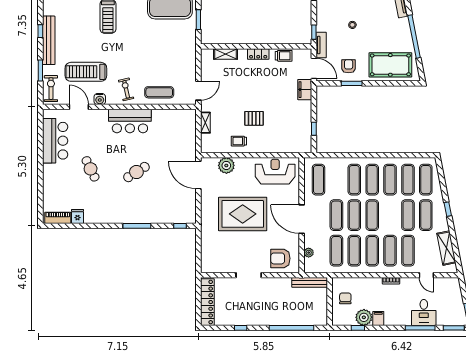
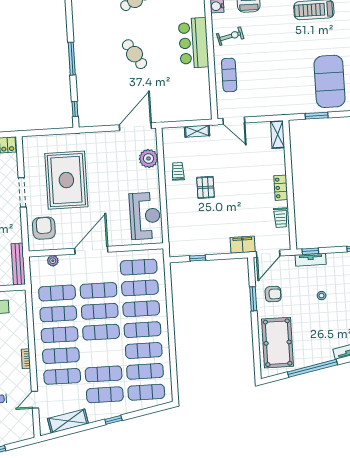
tv unit: (321, 45) -> (311, 260), moved
shelving: (226, 54) -> (278, 135), moved
exercise mat: (336, 180) -> (140, 288), added
rug: (243, 214) -> (66, 180), moved

